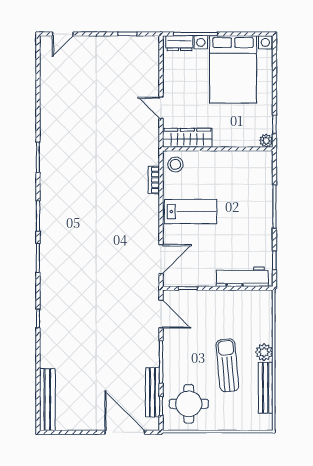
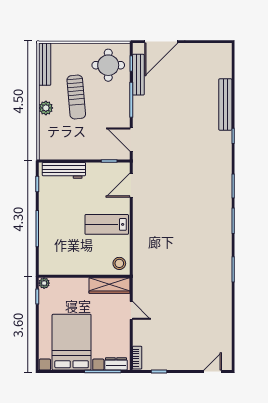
bookcase: (154, 180) -> (137, 358), moved
bench: (266, 388) -> (45, 64), moved
bench: (47, 400) -> (225, 104), moved
door: (125, 432) -> (161, 42), hinge flipped

